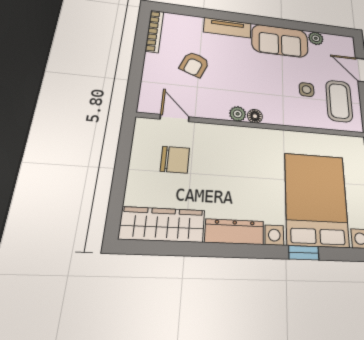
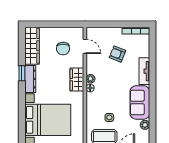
door: (175, 118) -> (85, 46), hinge flipped
wardrobe: (239, 138) -> (77, 80), added
window: (304, 253) -> (22, 73), moved

